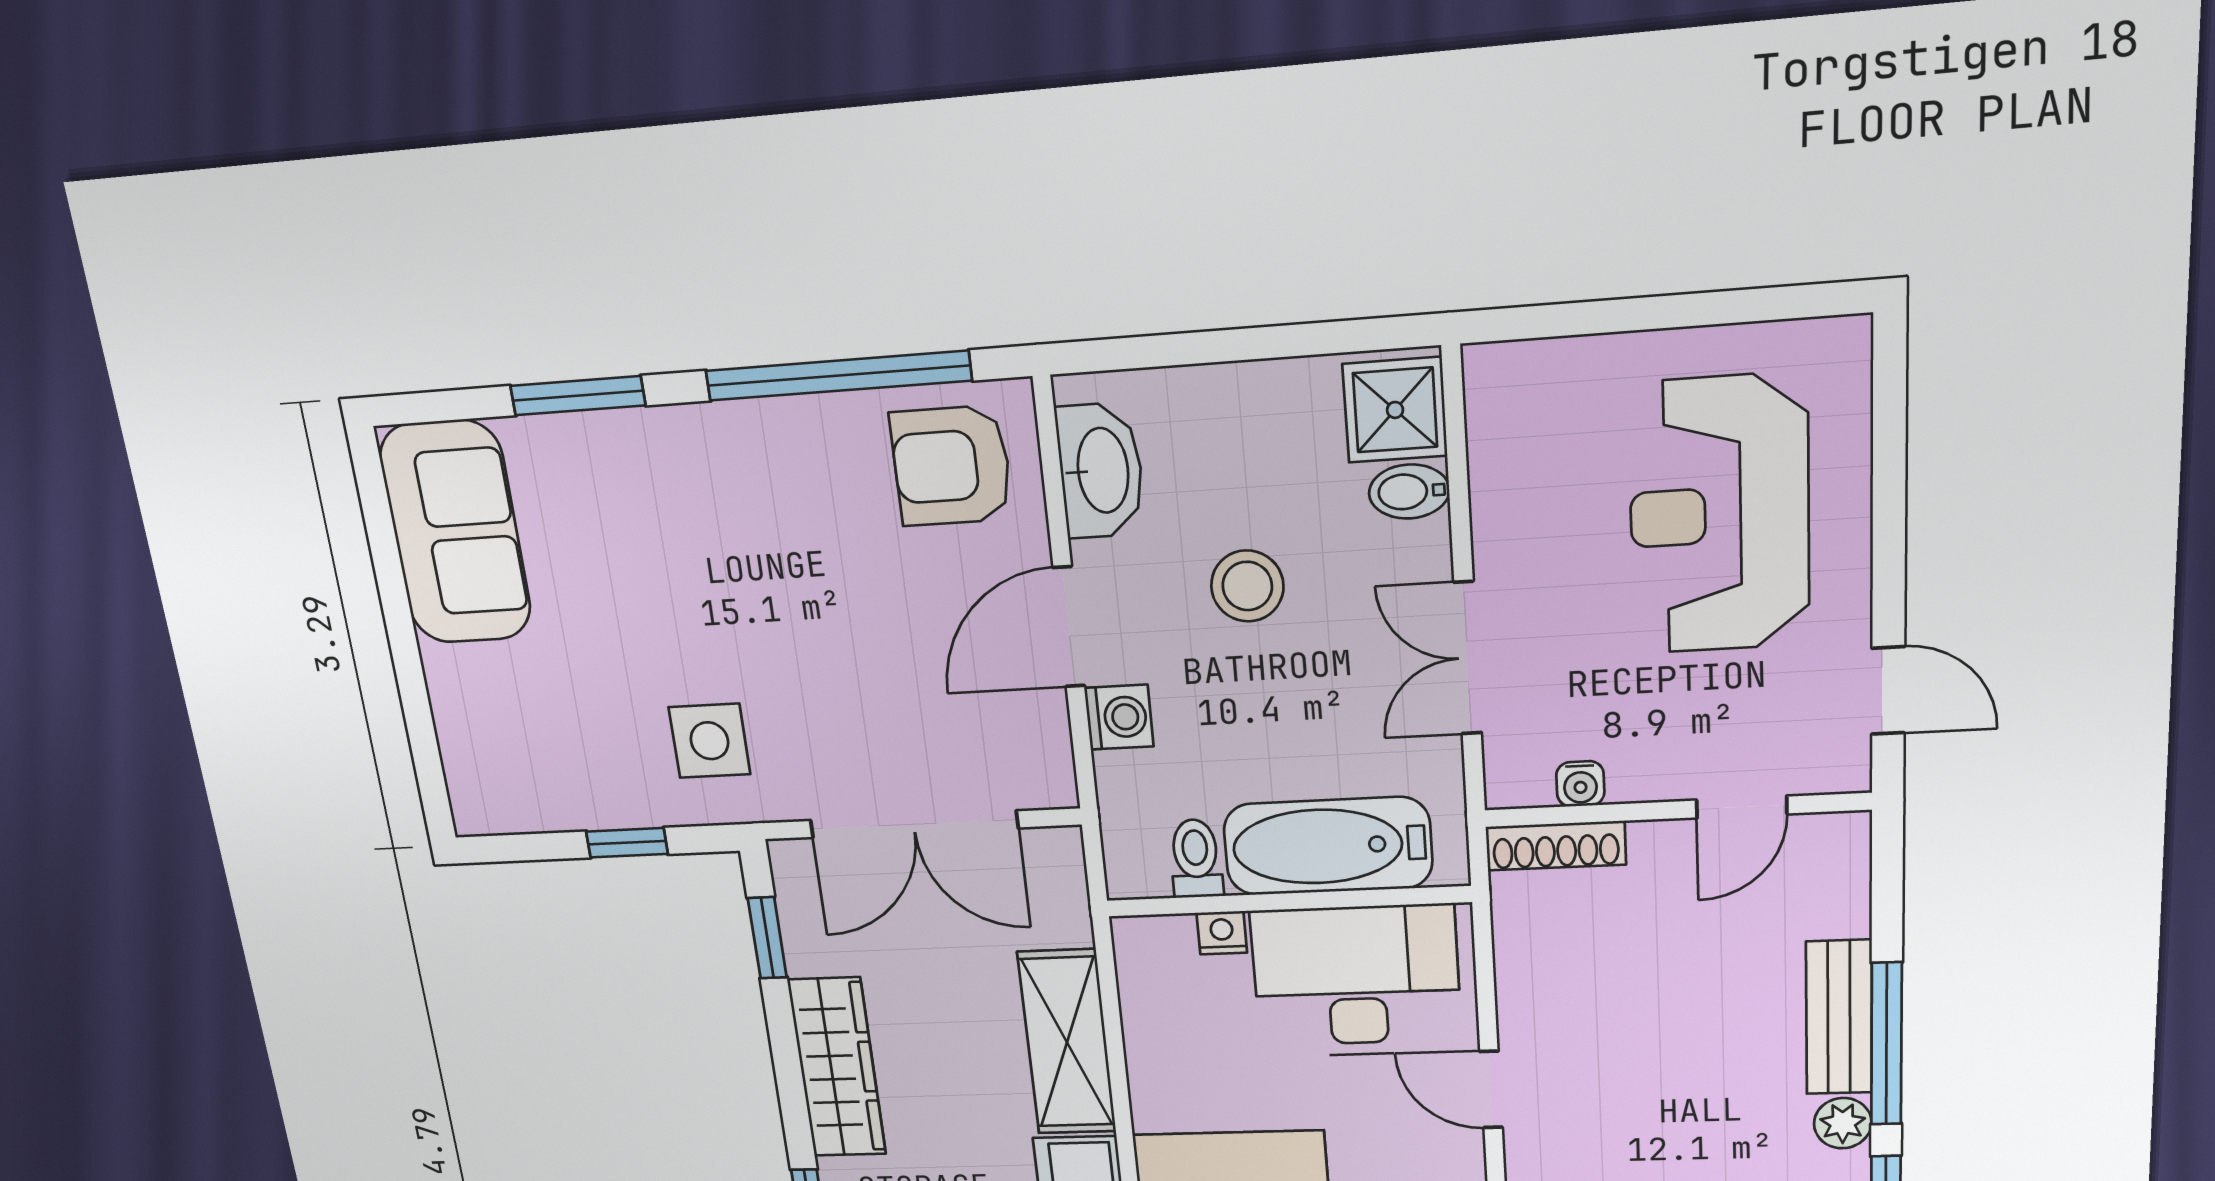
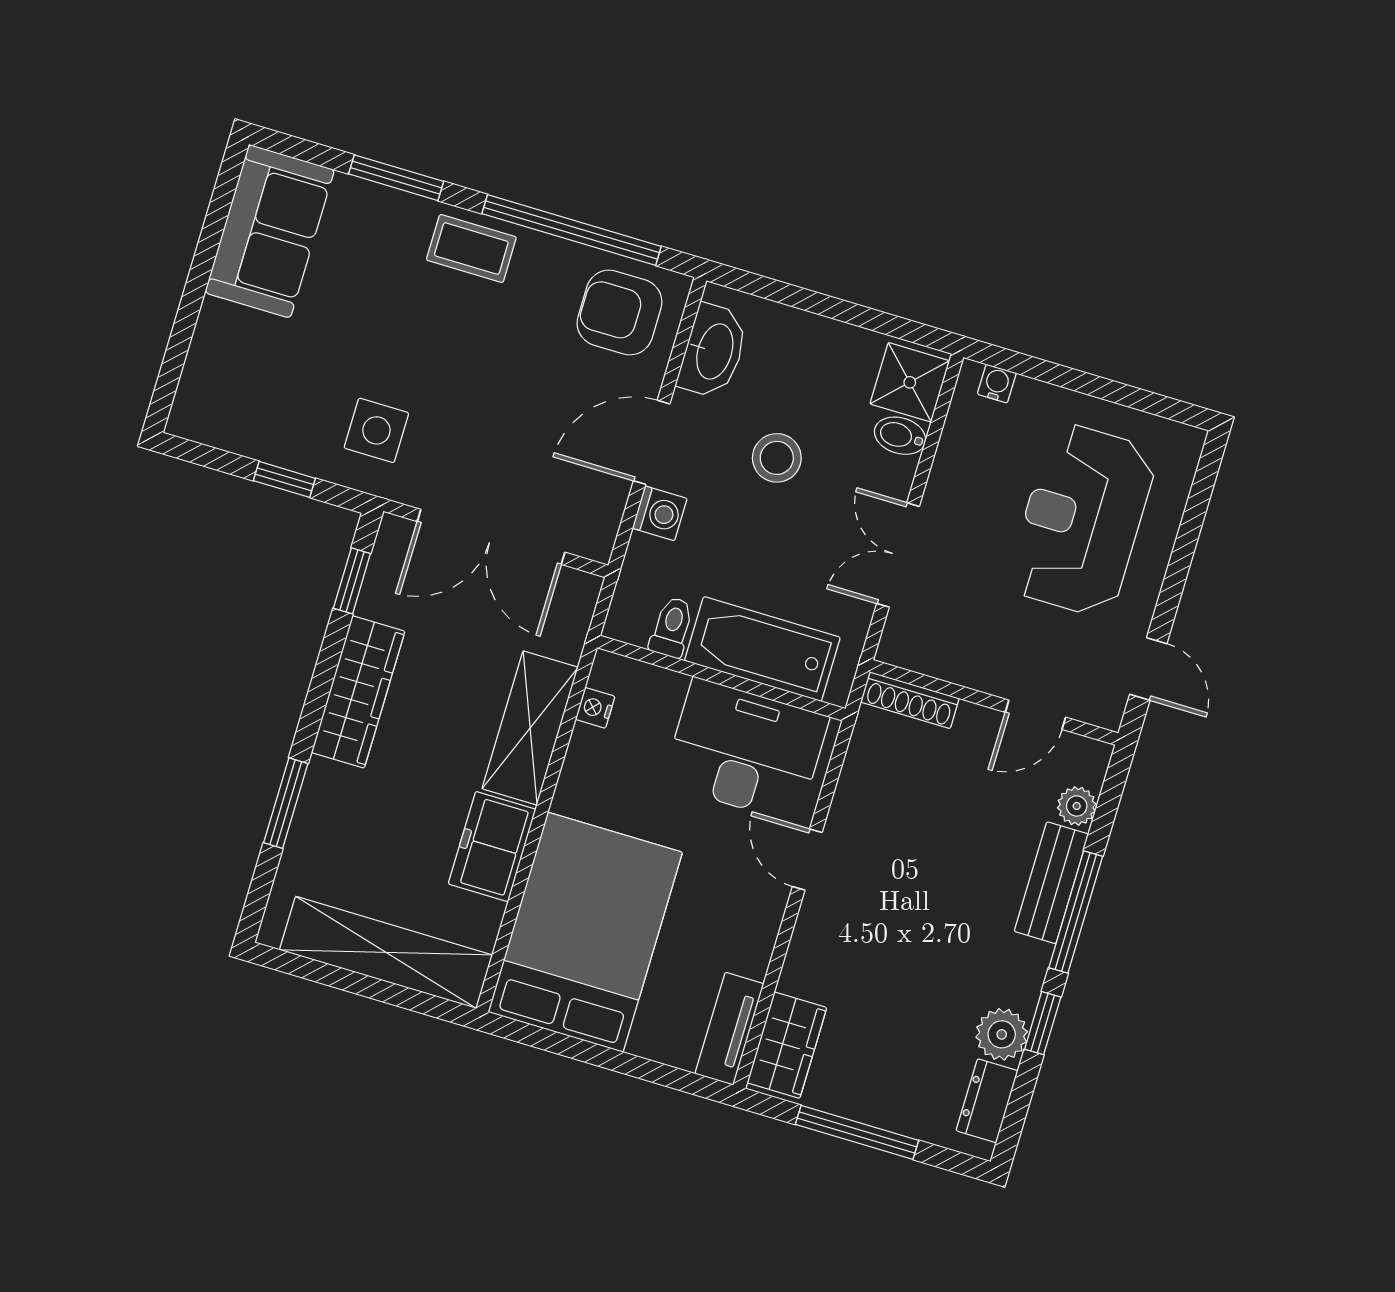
coffee table: (718, 454) -> (471, 249), added
water cooler: (1580, 784) -> (997, 384), moved, turned 180
nightstand: (1222, 933) -> (595, 708), moved, turned -90
plant: (1843, 1123) -> (1077, 806), moved

